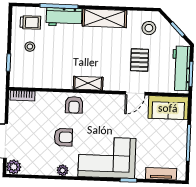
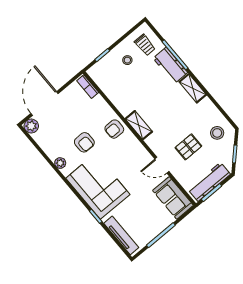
shelving: (104, 18) -> (193, 88), width x0.67, depth x0.75
tv unit: (161, 174) -> (121, 235), width x1.41

